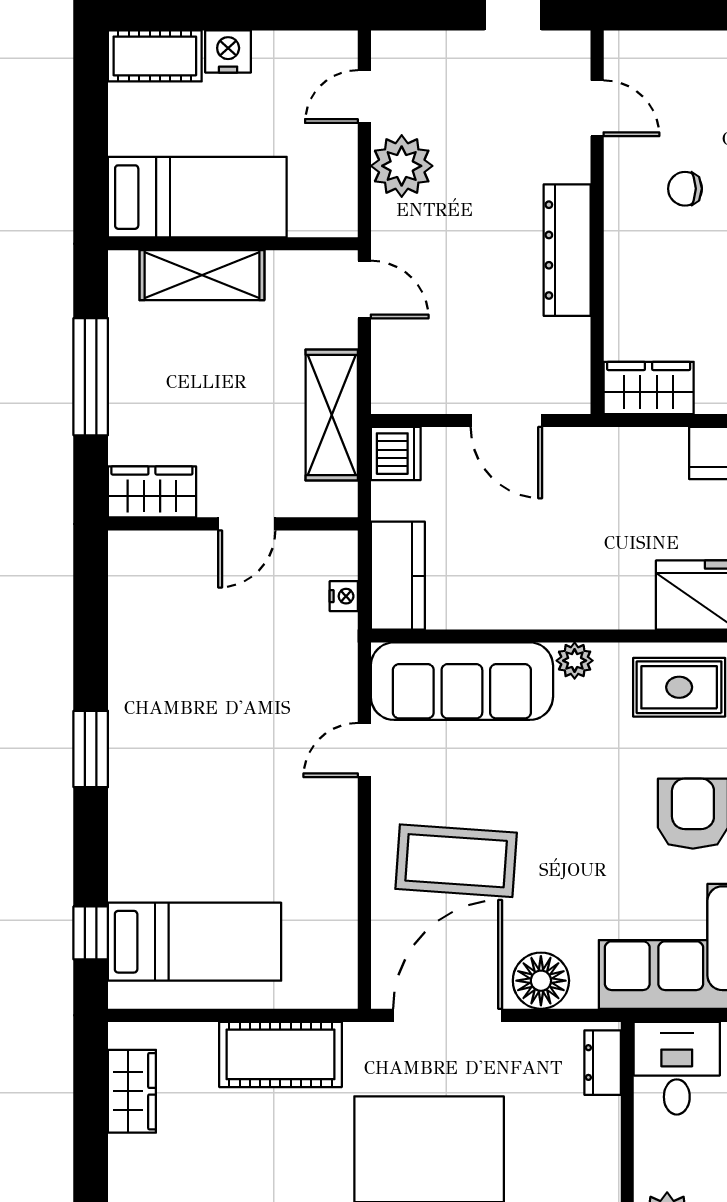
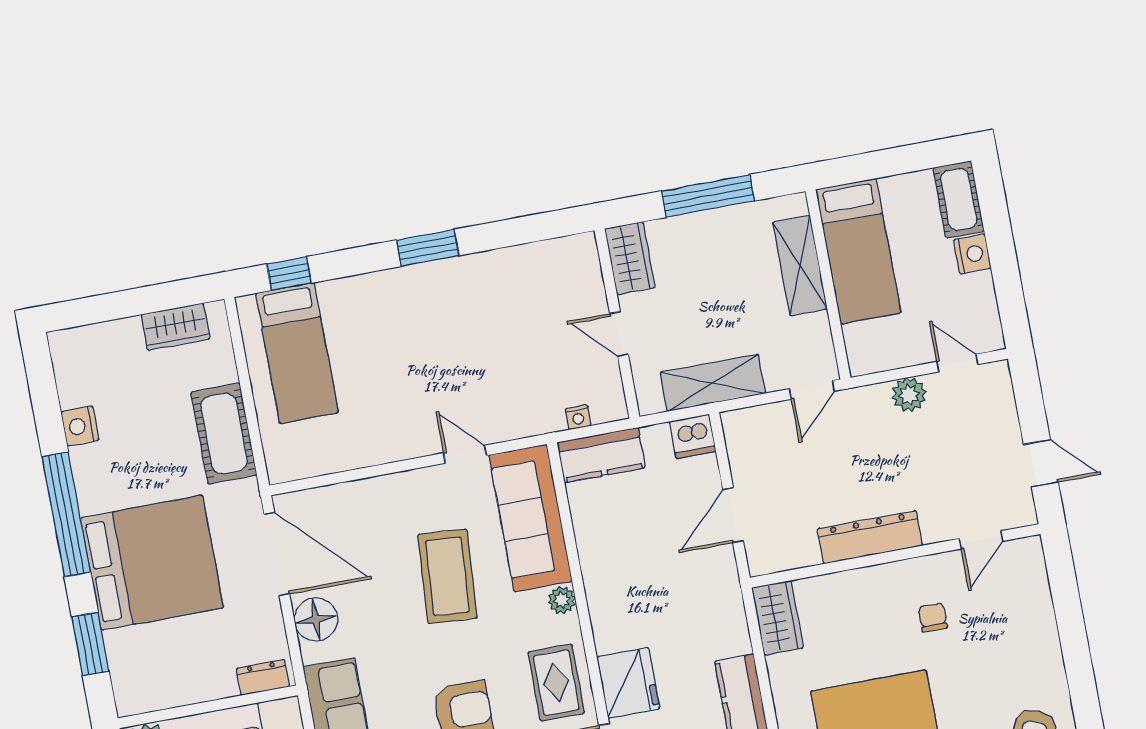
plant: (402, 166) -> (909, 395), width x0.73, depth x0.73
coffee table: (456, 861) -> (447, 576), moved

